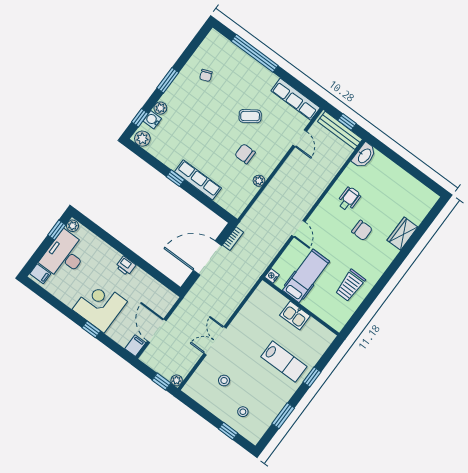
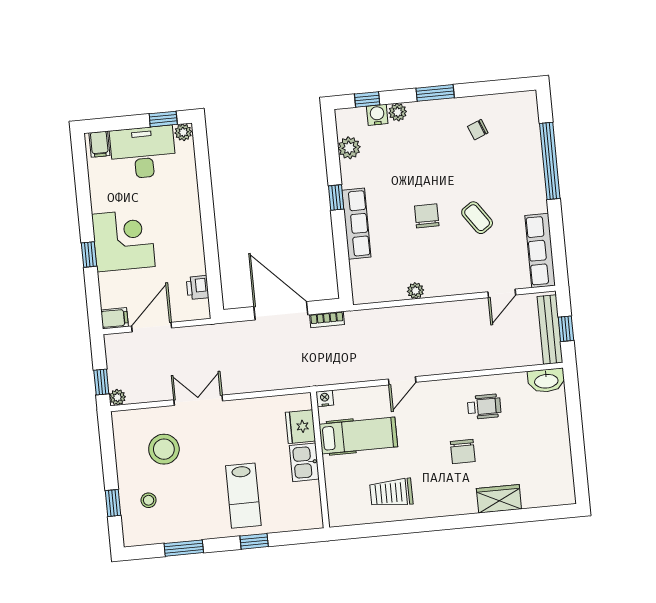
plant: (142, 139) -> (349, 148), moved
chair: (245, 154) -> (427, 216), moved
printer: (126, 266) -> (198, 287), moved
fridge: (275, 301) -> (300, 427), added
stool: (224, 381) -> (164, 449), width x1.89, depth x1.89

